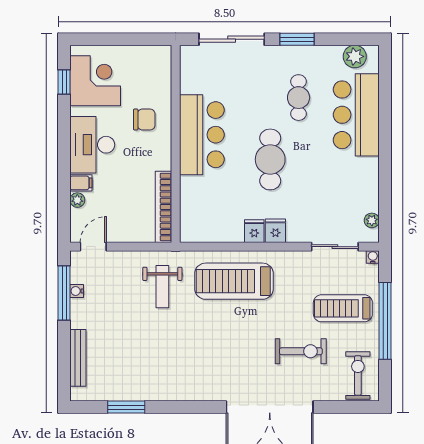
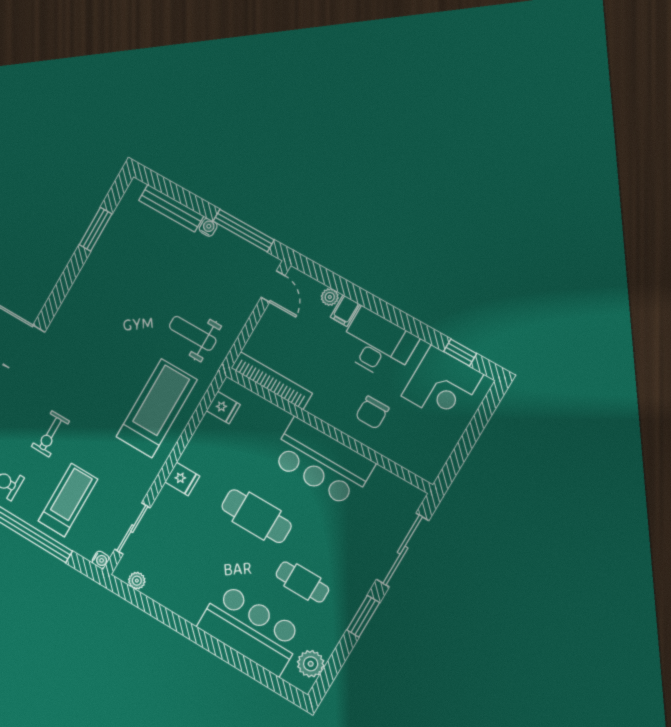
fridge: (254, 231) -> (223, 408), moved
water cooler: (77, 291) -> (208, 227), moved
exercise bike: (301, 351) -> (50, 434), width x0.73, depth x0.72

